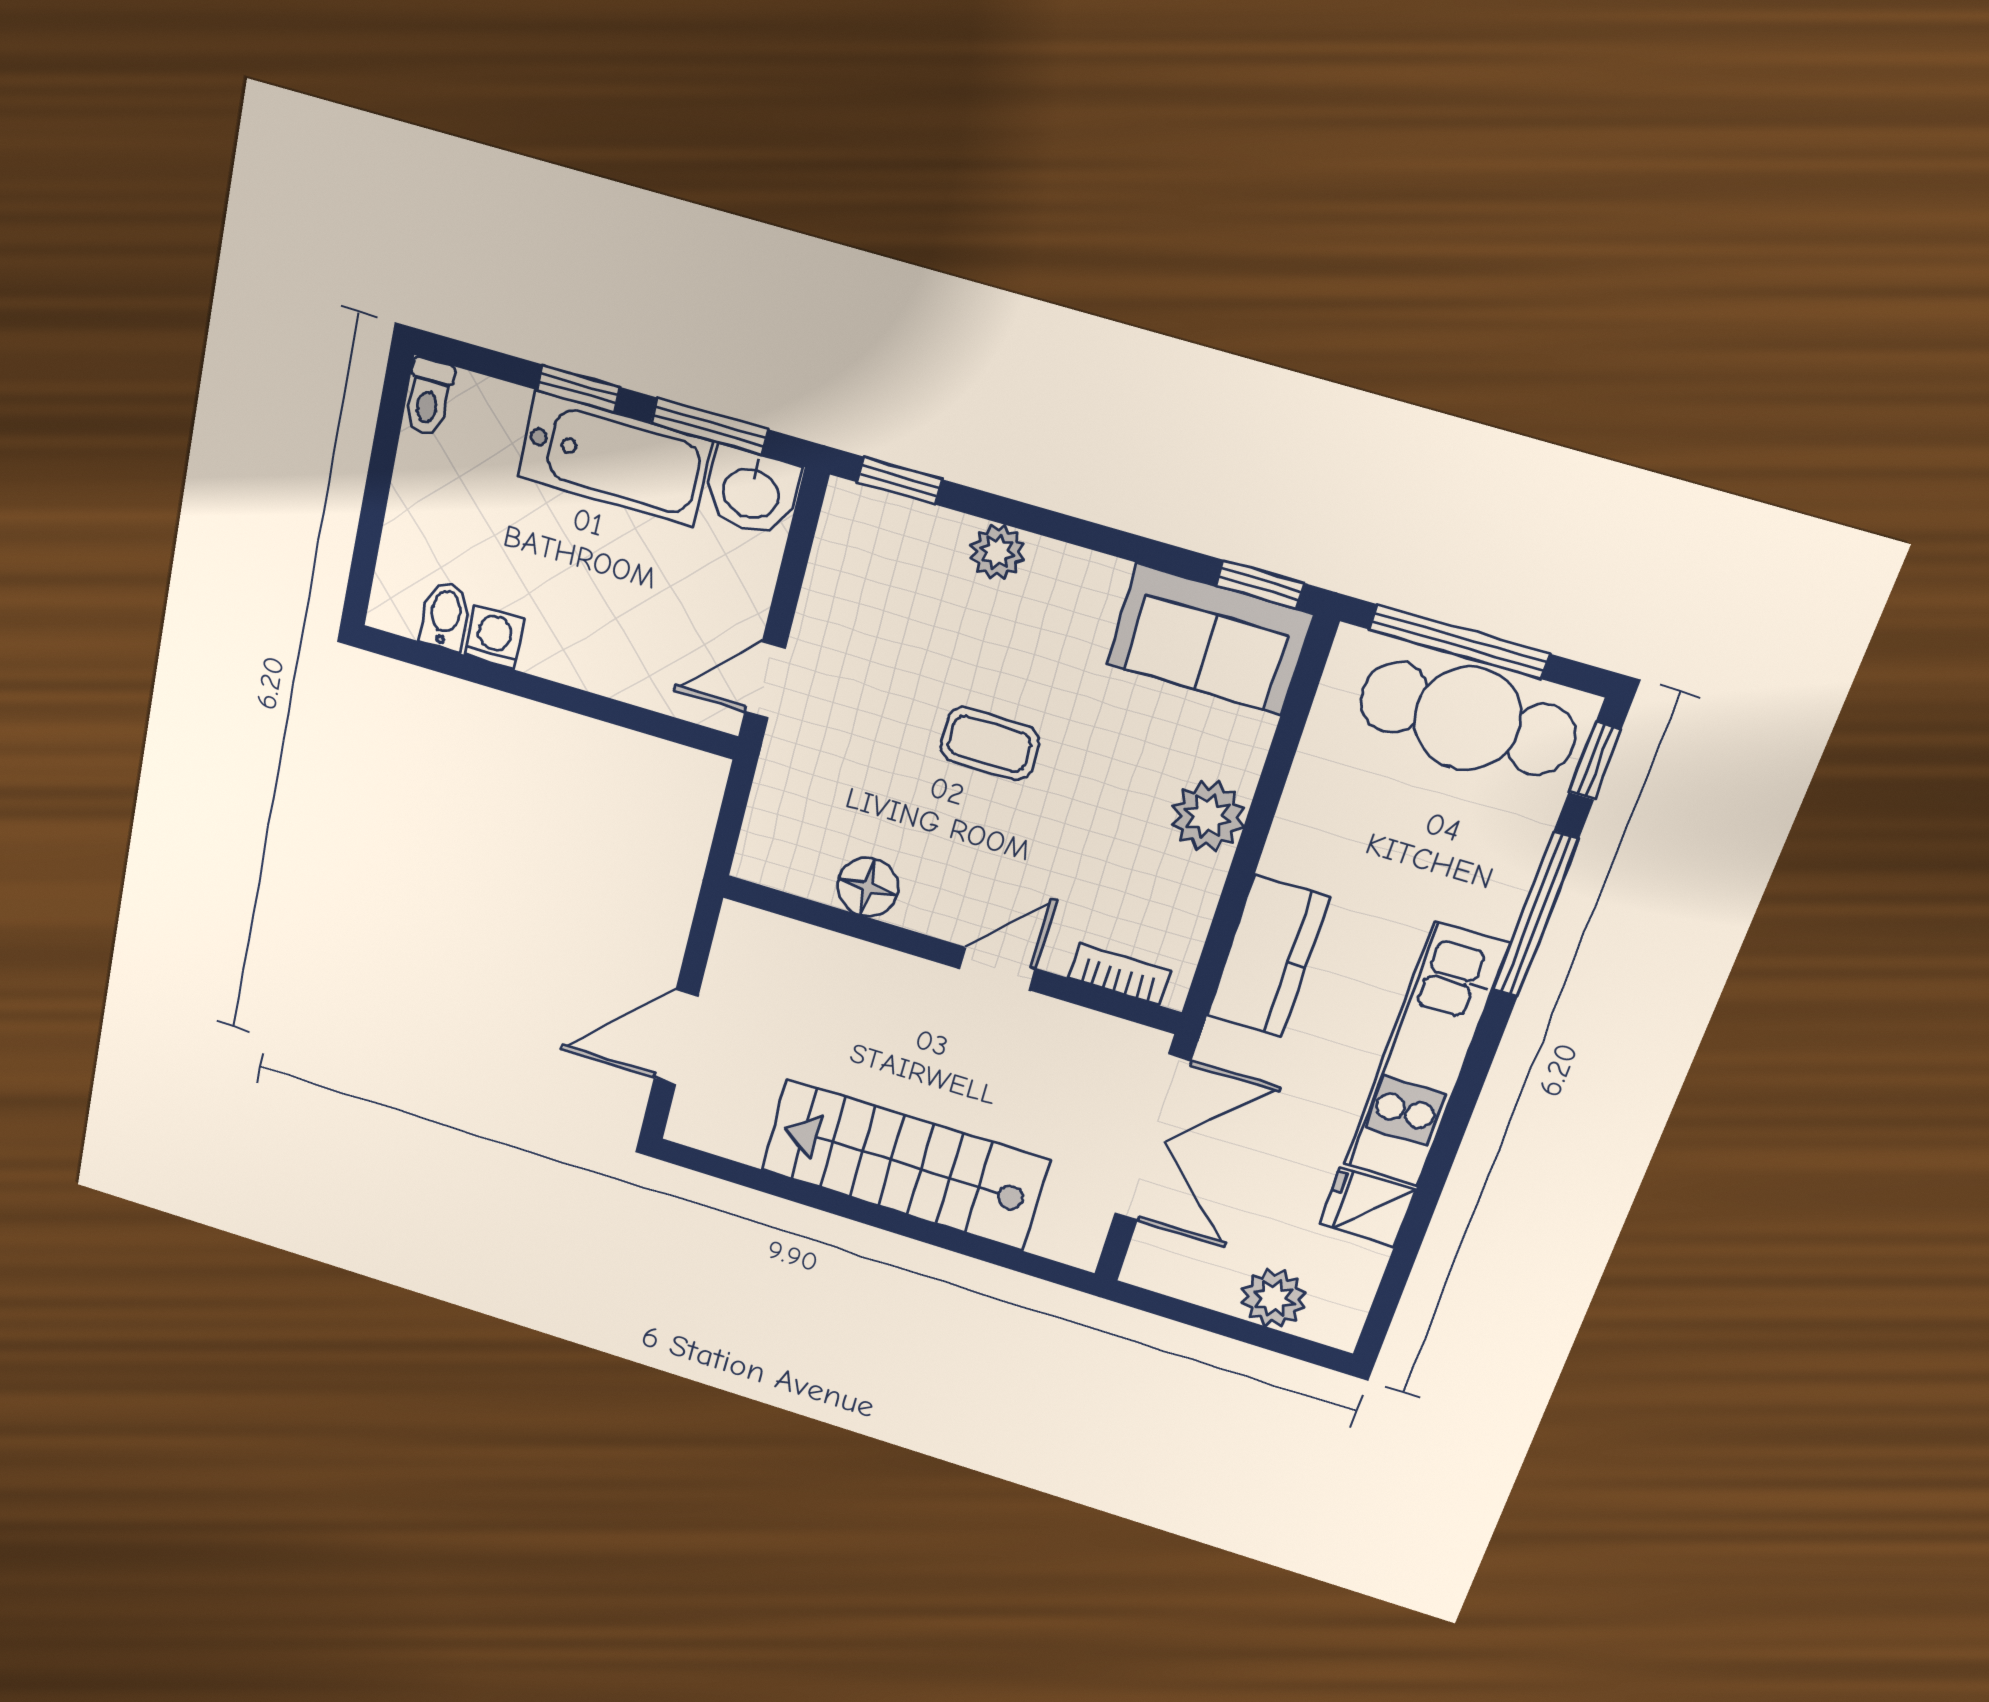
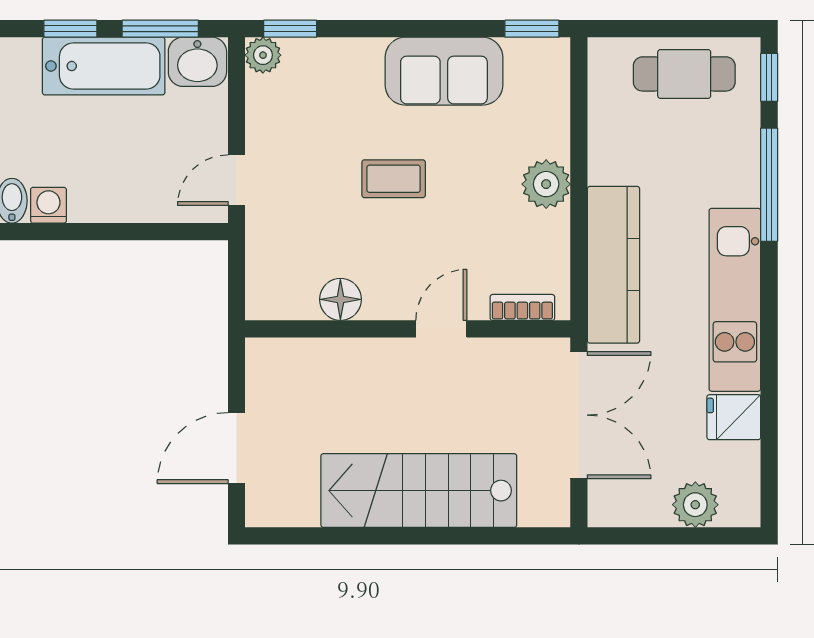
plant: (997, 552) -> (263, 55), moved
sofa: (1209, 639) -> (444, 71), moved
window: (1459, 642) -> (663, 29), removed
cafe table: (1468, 718) -> (684, 74), width x0.73, depth x0.74
kitchen counter: (1268, 956) -> (613, 265), width x1.50

